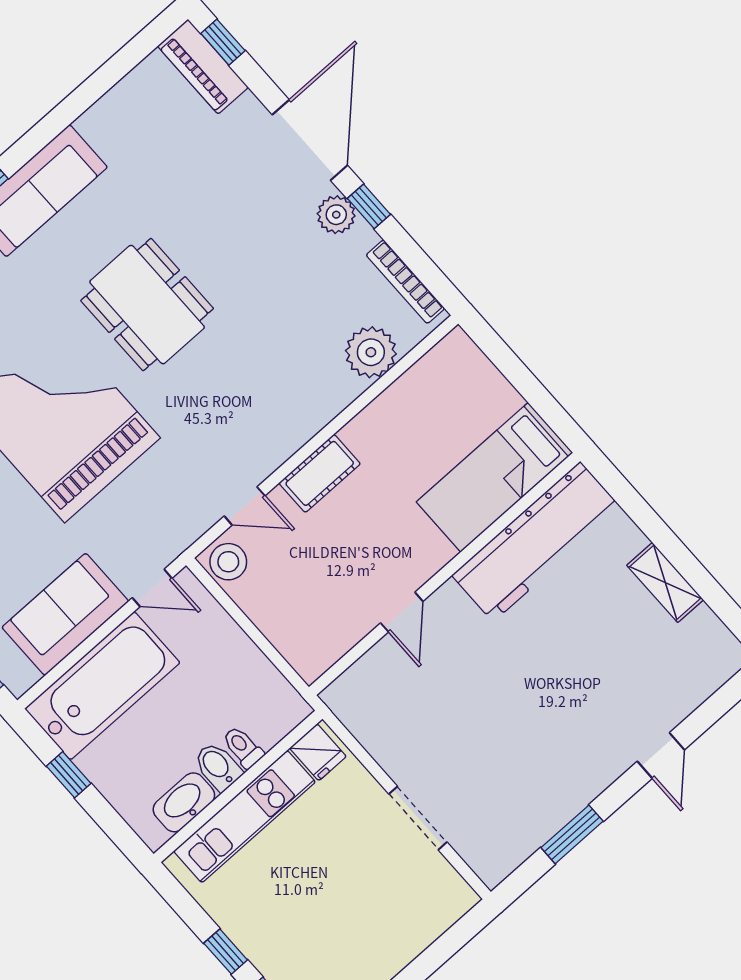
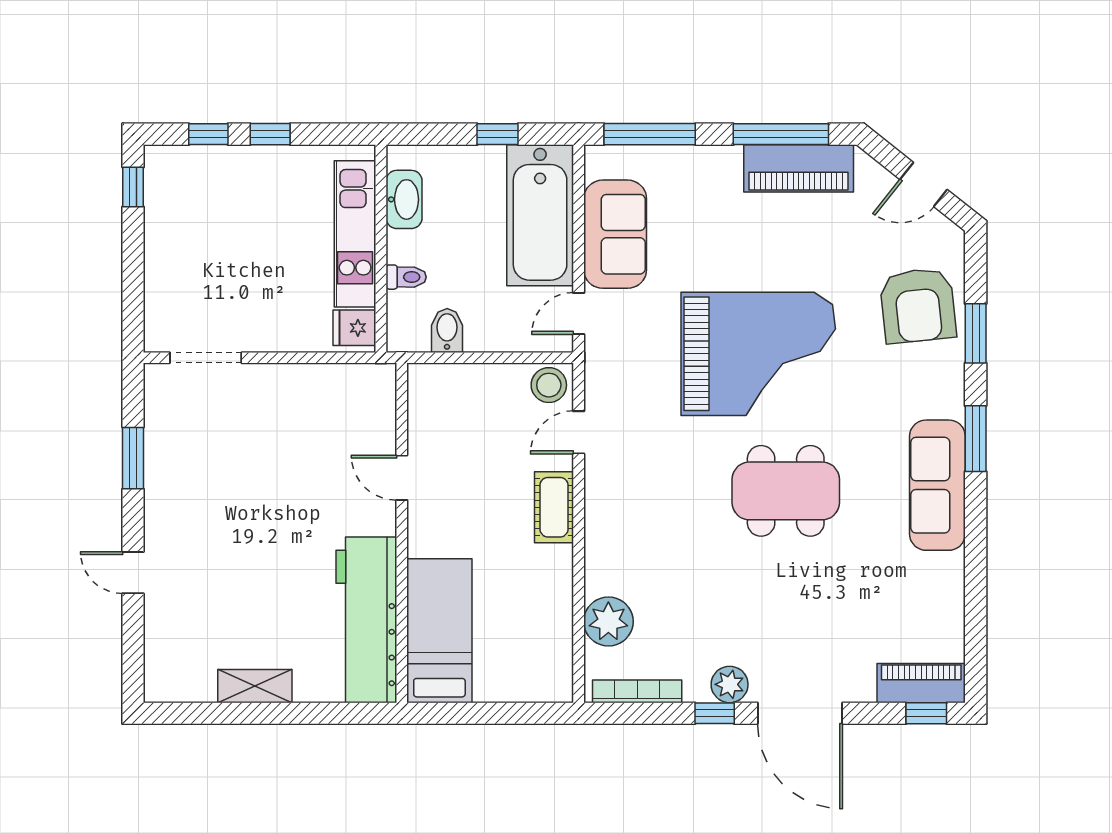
bidet: (218, 766) -> (447, 330), moved, turned -90
doorway: (418, 818) -> (206, 358), moved

